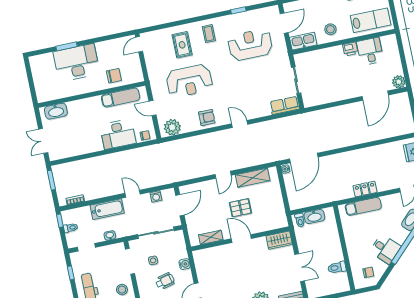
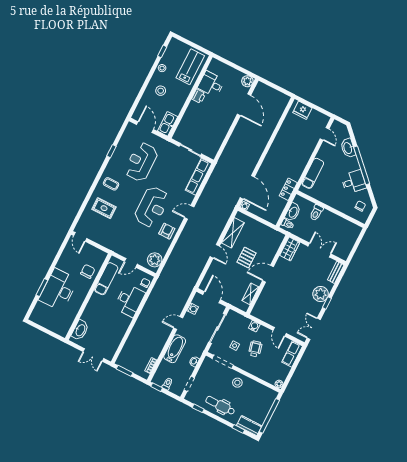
stool: (330, 29) -> (161, 91), moved
reception desk: (189, 81) -> (152, 207), moved
row of seats: (285, 105) -> (198, 177), width x1.48
locker: (365, 189) -> (288, 189), moved
toilet: (337, 268) -> (316, 213), moved

